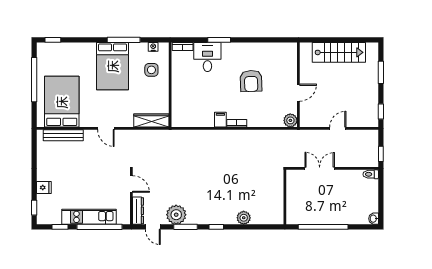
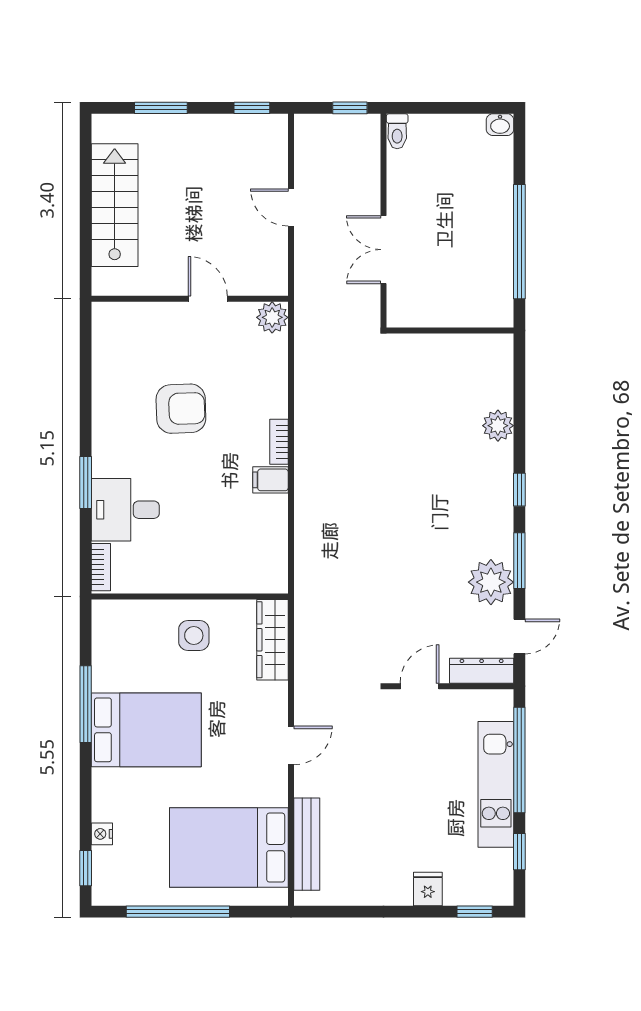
nightstand: (153, 47) -> (102, 834), moved
side table: (151, 70) -> (194, 636), moved

